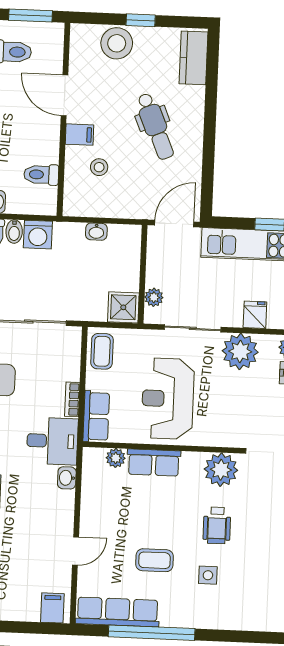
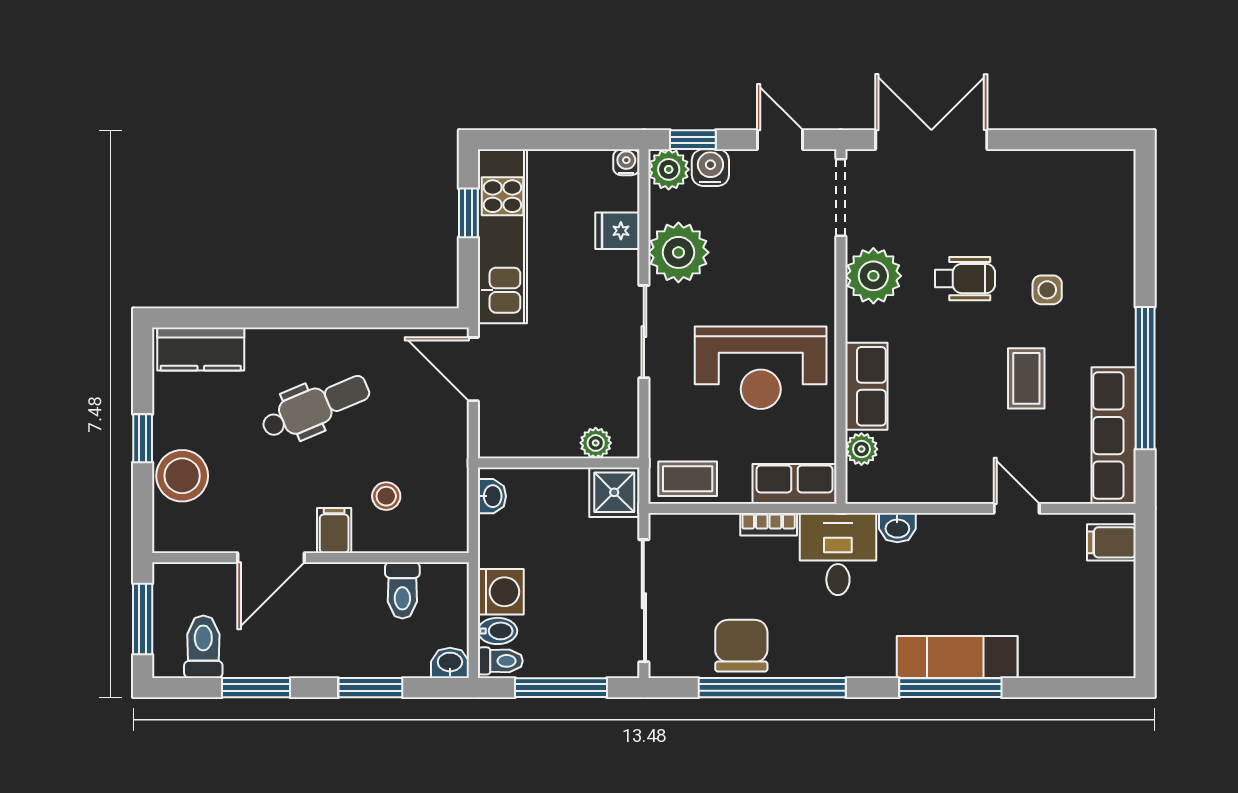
wall: (143, 274) -> (559, 463), moved
plant: (154, 297) -> (596, 443), moved
shower: (123, 307) -> (614, 492), moved

